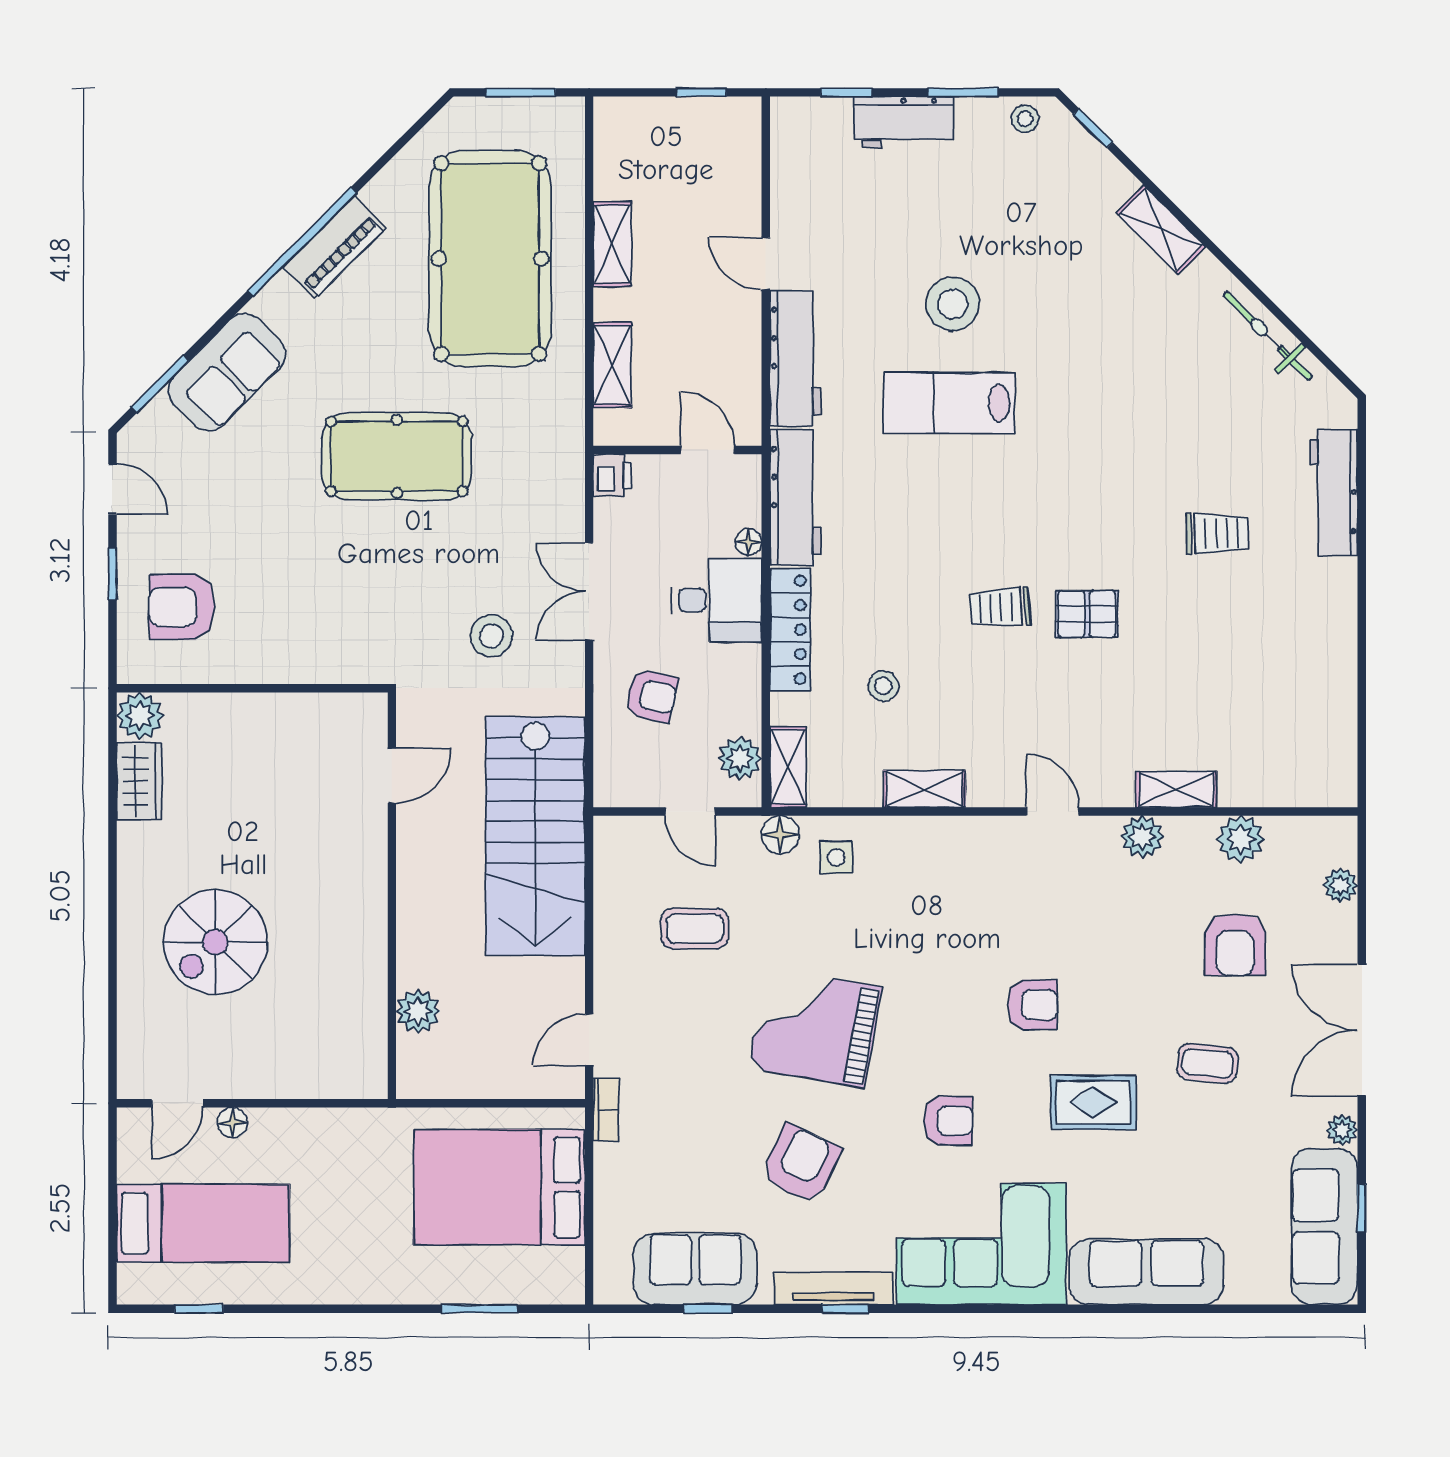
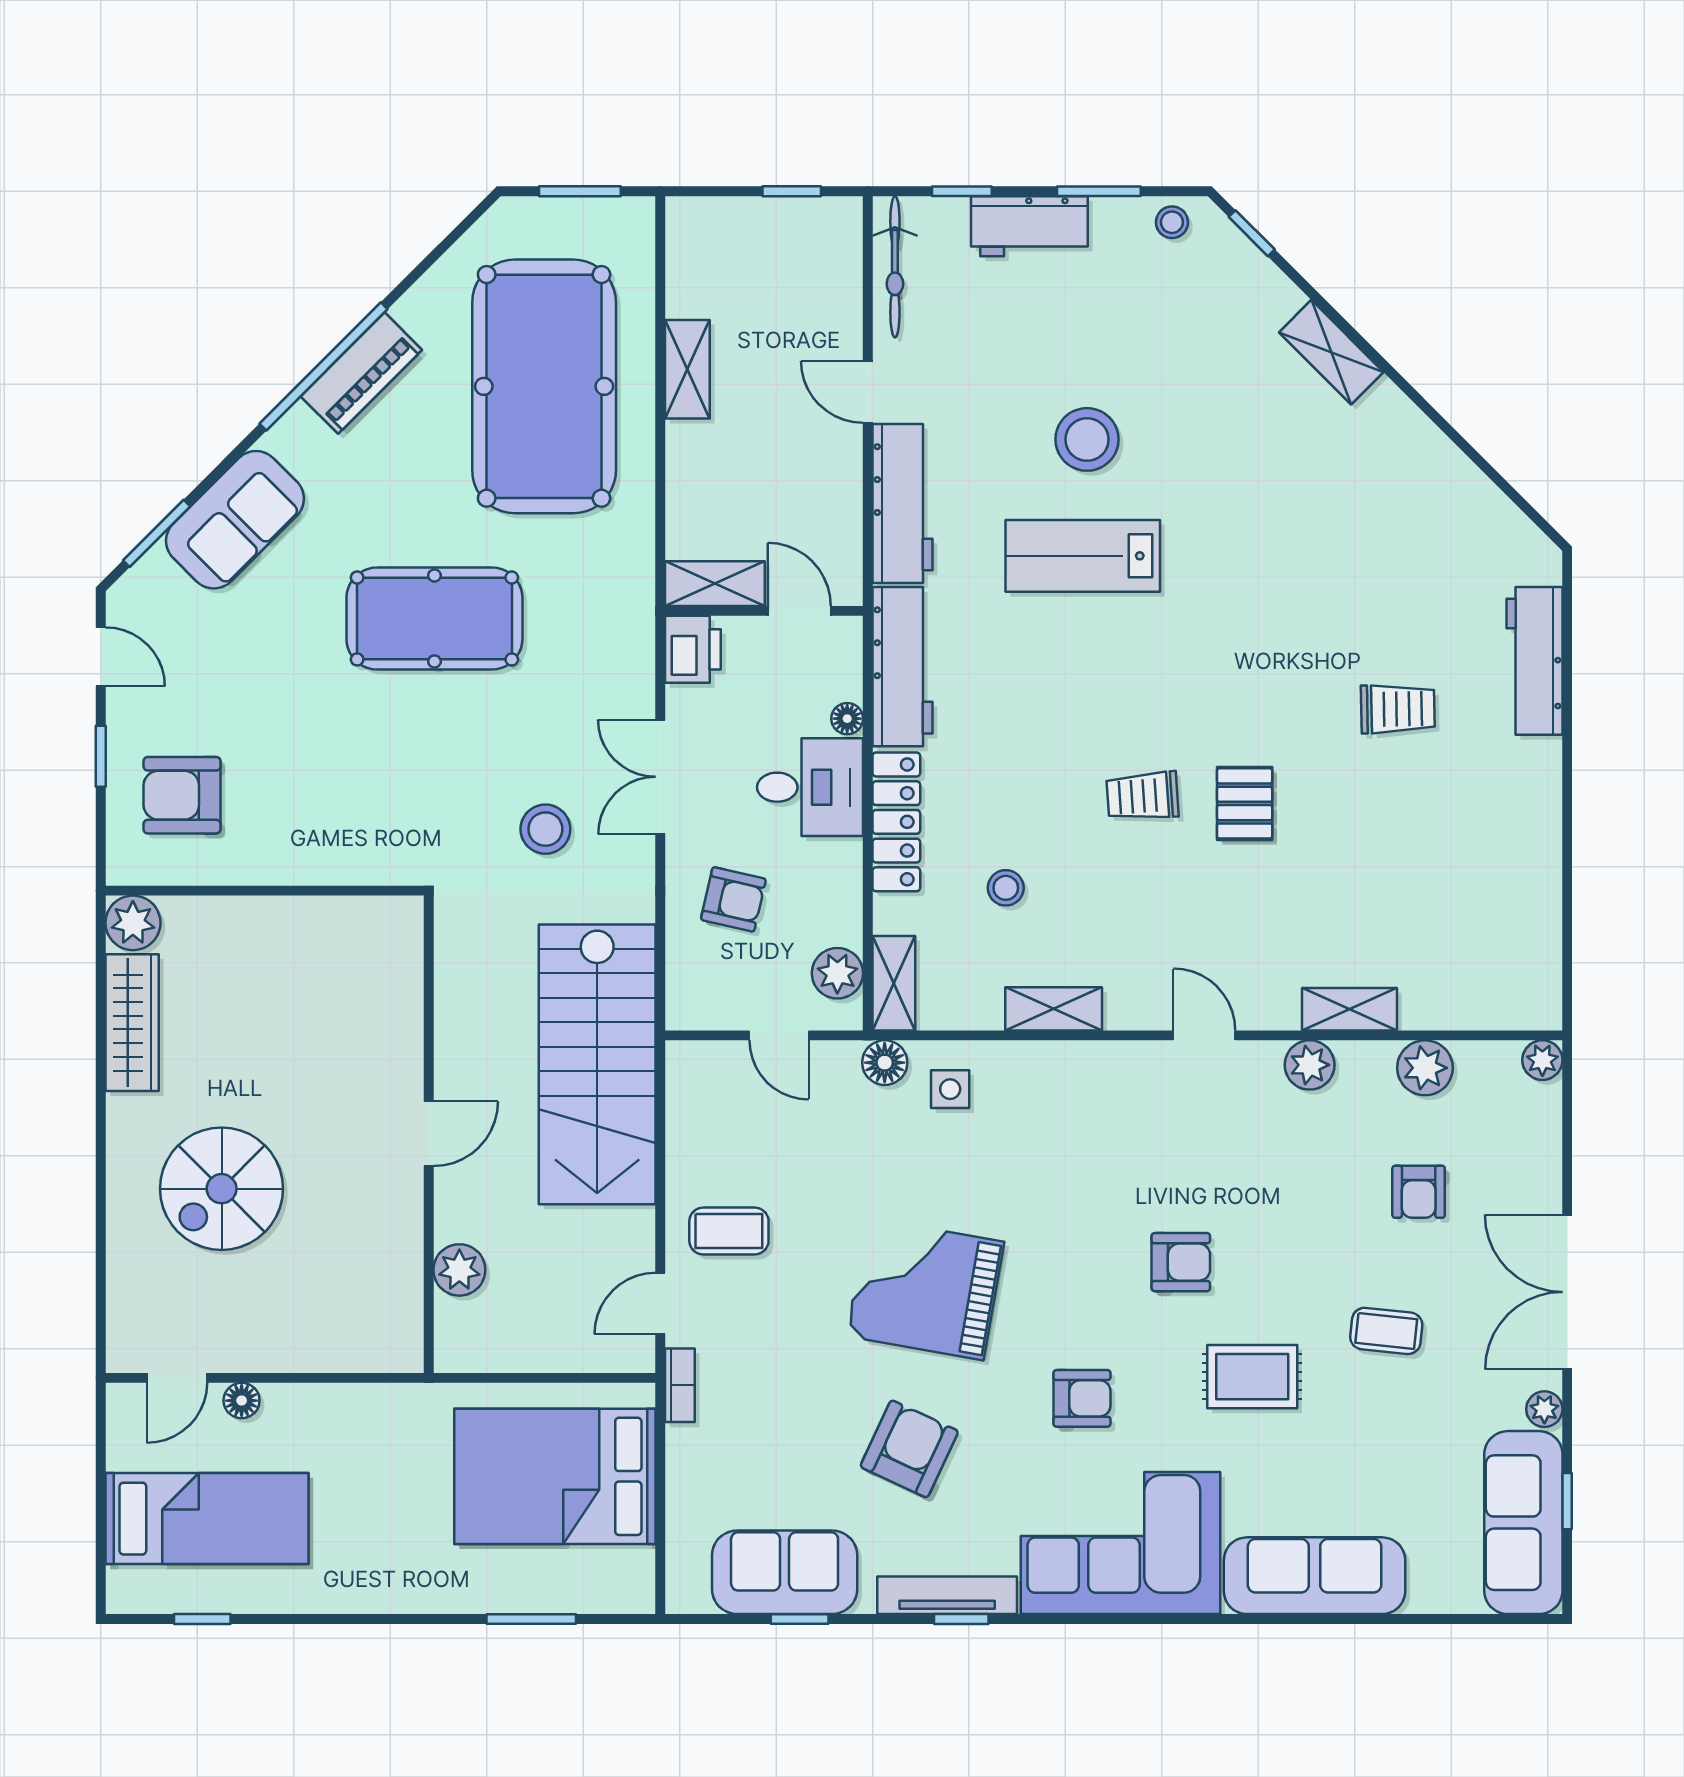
bicycle: (1268, 336) -> (895, 267), moved, turned -135
shelving: (612, 365) -> (715, 584), moved, turned 90
printer: (612, 475) -> (693, 649), width x1.36, depth x1.24
pallet: (1087, 614) -> (1245, 803), turned 90
door: (392, 776) -> (429, 1134), moved
wardrobe: (139, 781) -> (132, 1023), width x1.50
plant: (1341, 885) -> (1542, 1060), moved
coffee table: (695, 929) -> (729, 1231), moved
armchair: (1235, 945) -> (1419, 1192), width x0.72, depth x0.72

